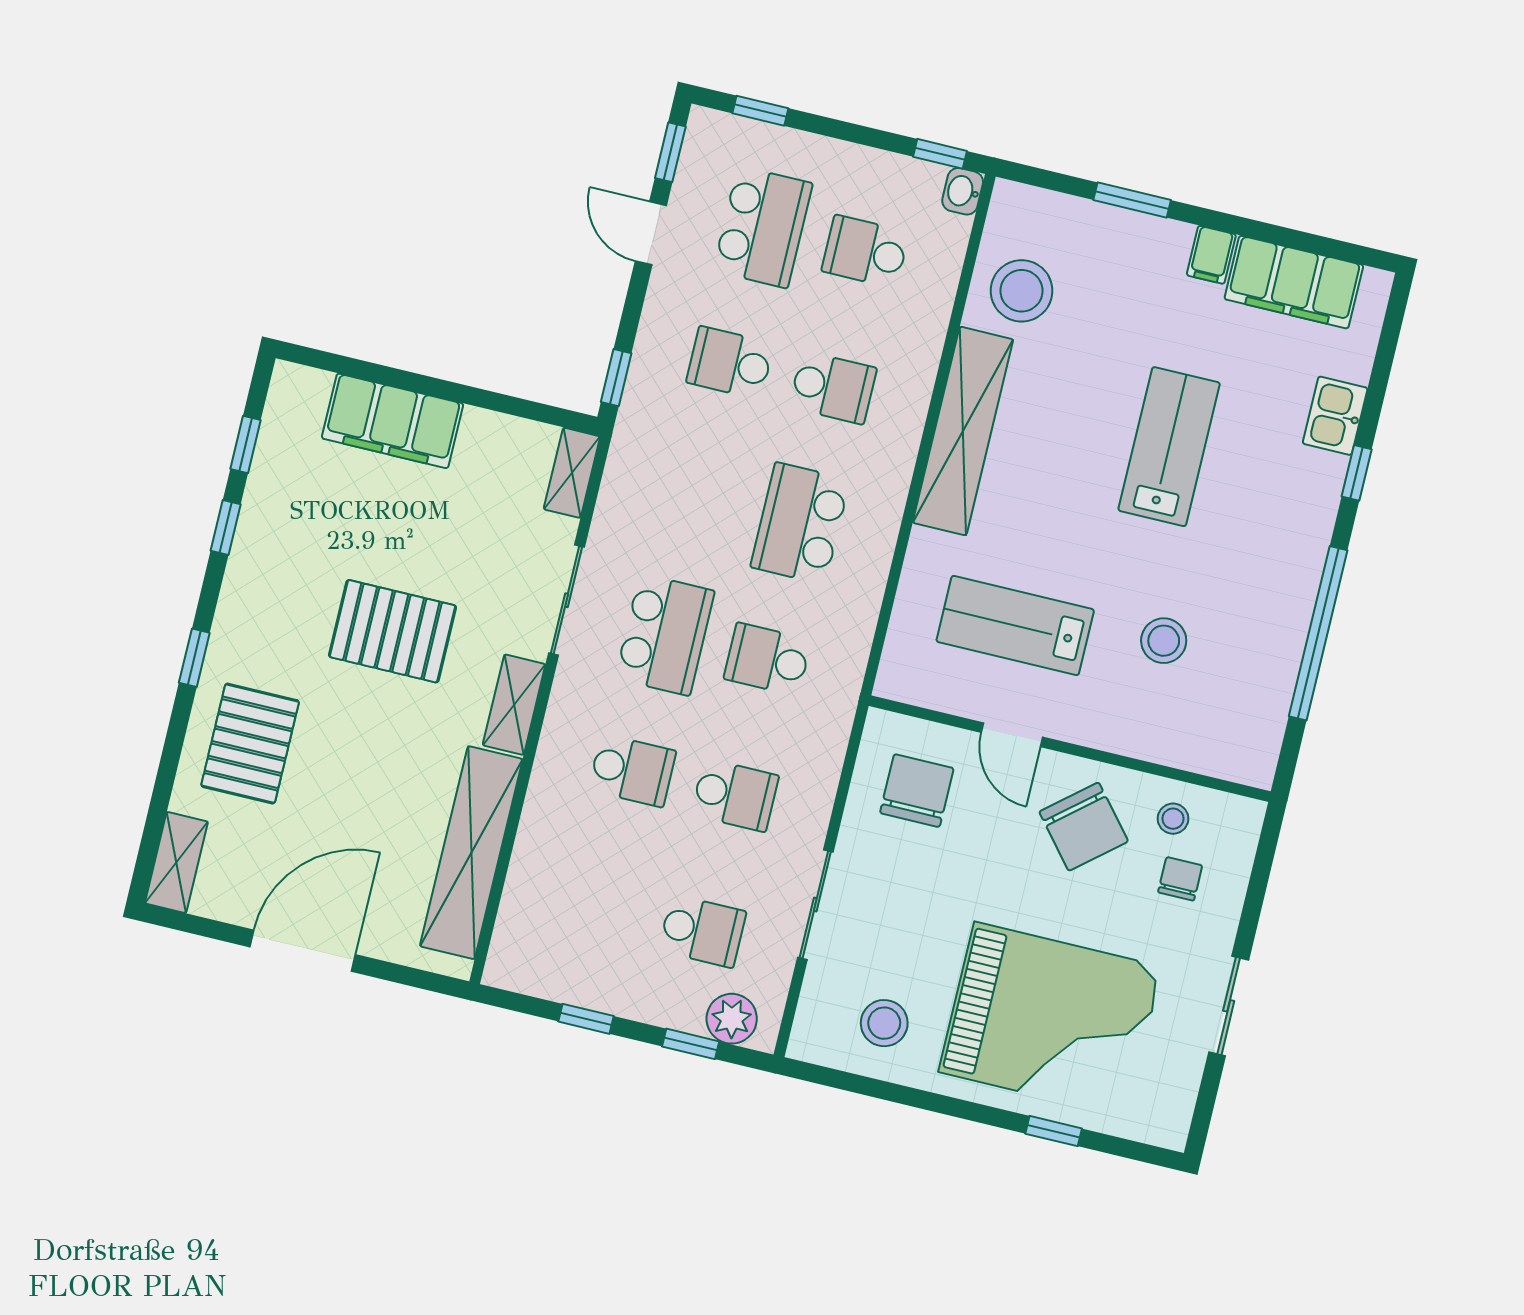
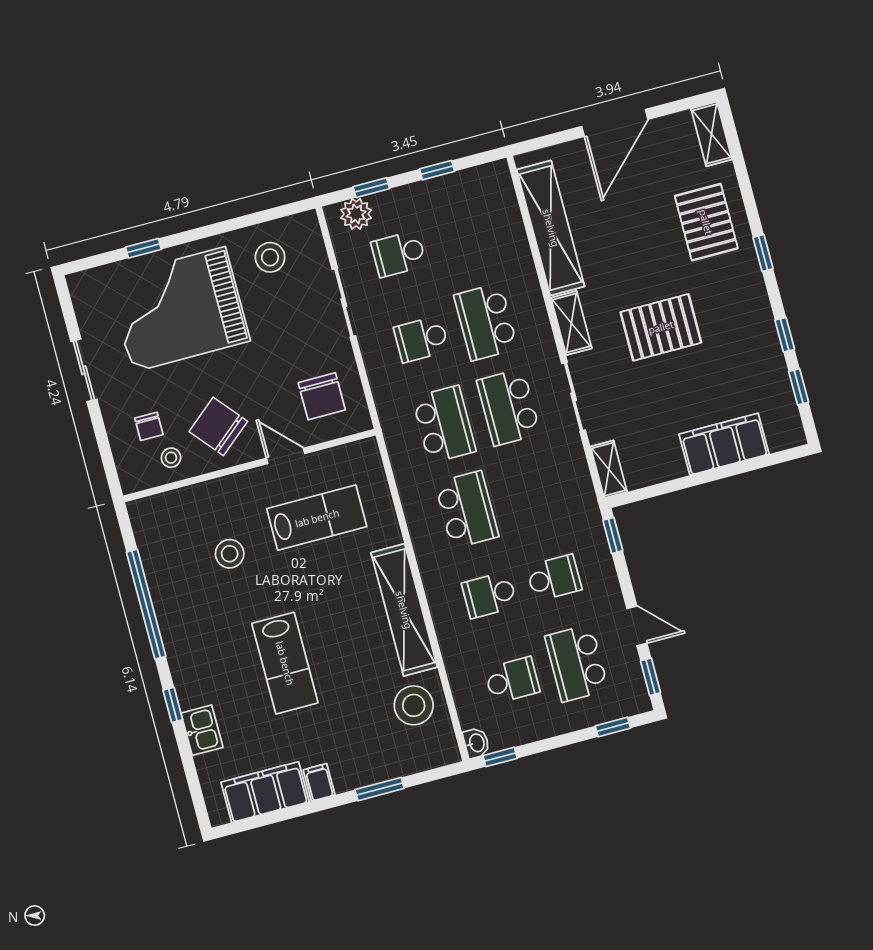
school desk: (768, 659) -> (444, 424), width x1.85
school desk: (632, 770) -> (486, 322), width x1.85

